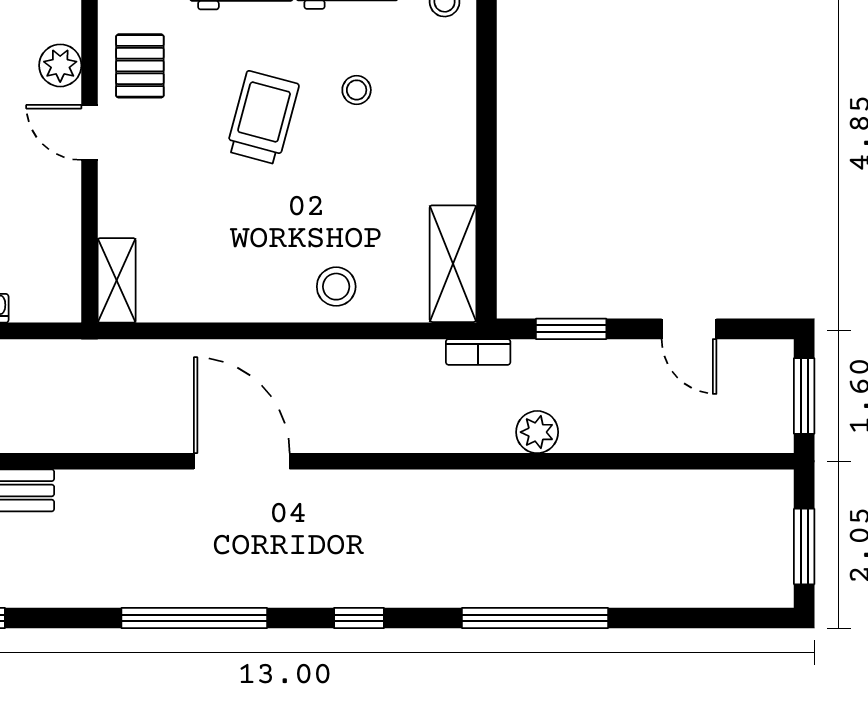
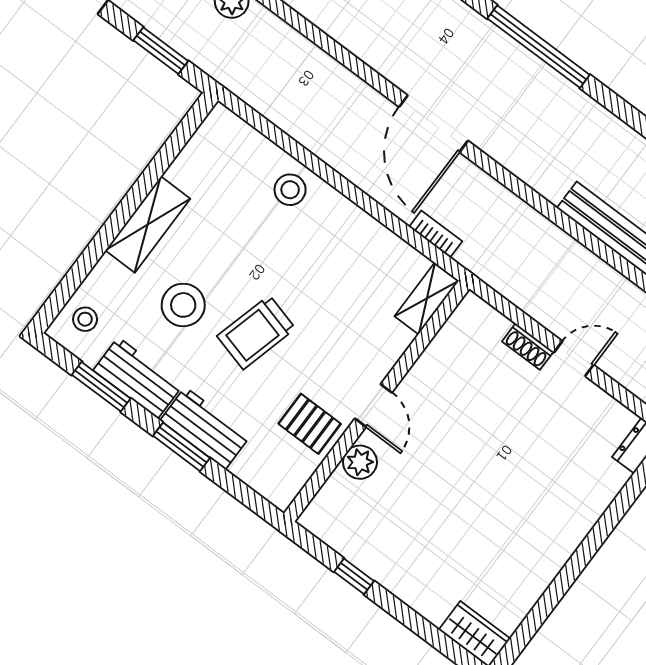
pallet: (140, 66) -> (310, 424), turned 90
stool: (357, 90) -> (183, 305), width x1.89, depth x1.89
shelving: (453, 264) -> (148, 225), moved
bookcase: (478, 352) -> (436, 234), moved

